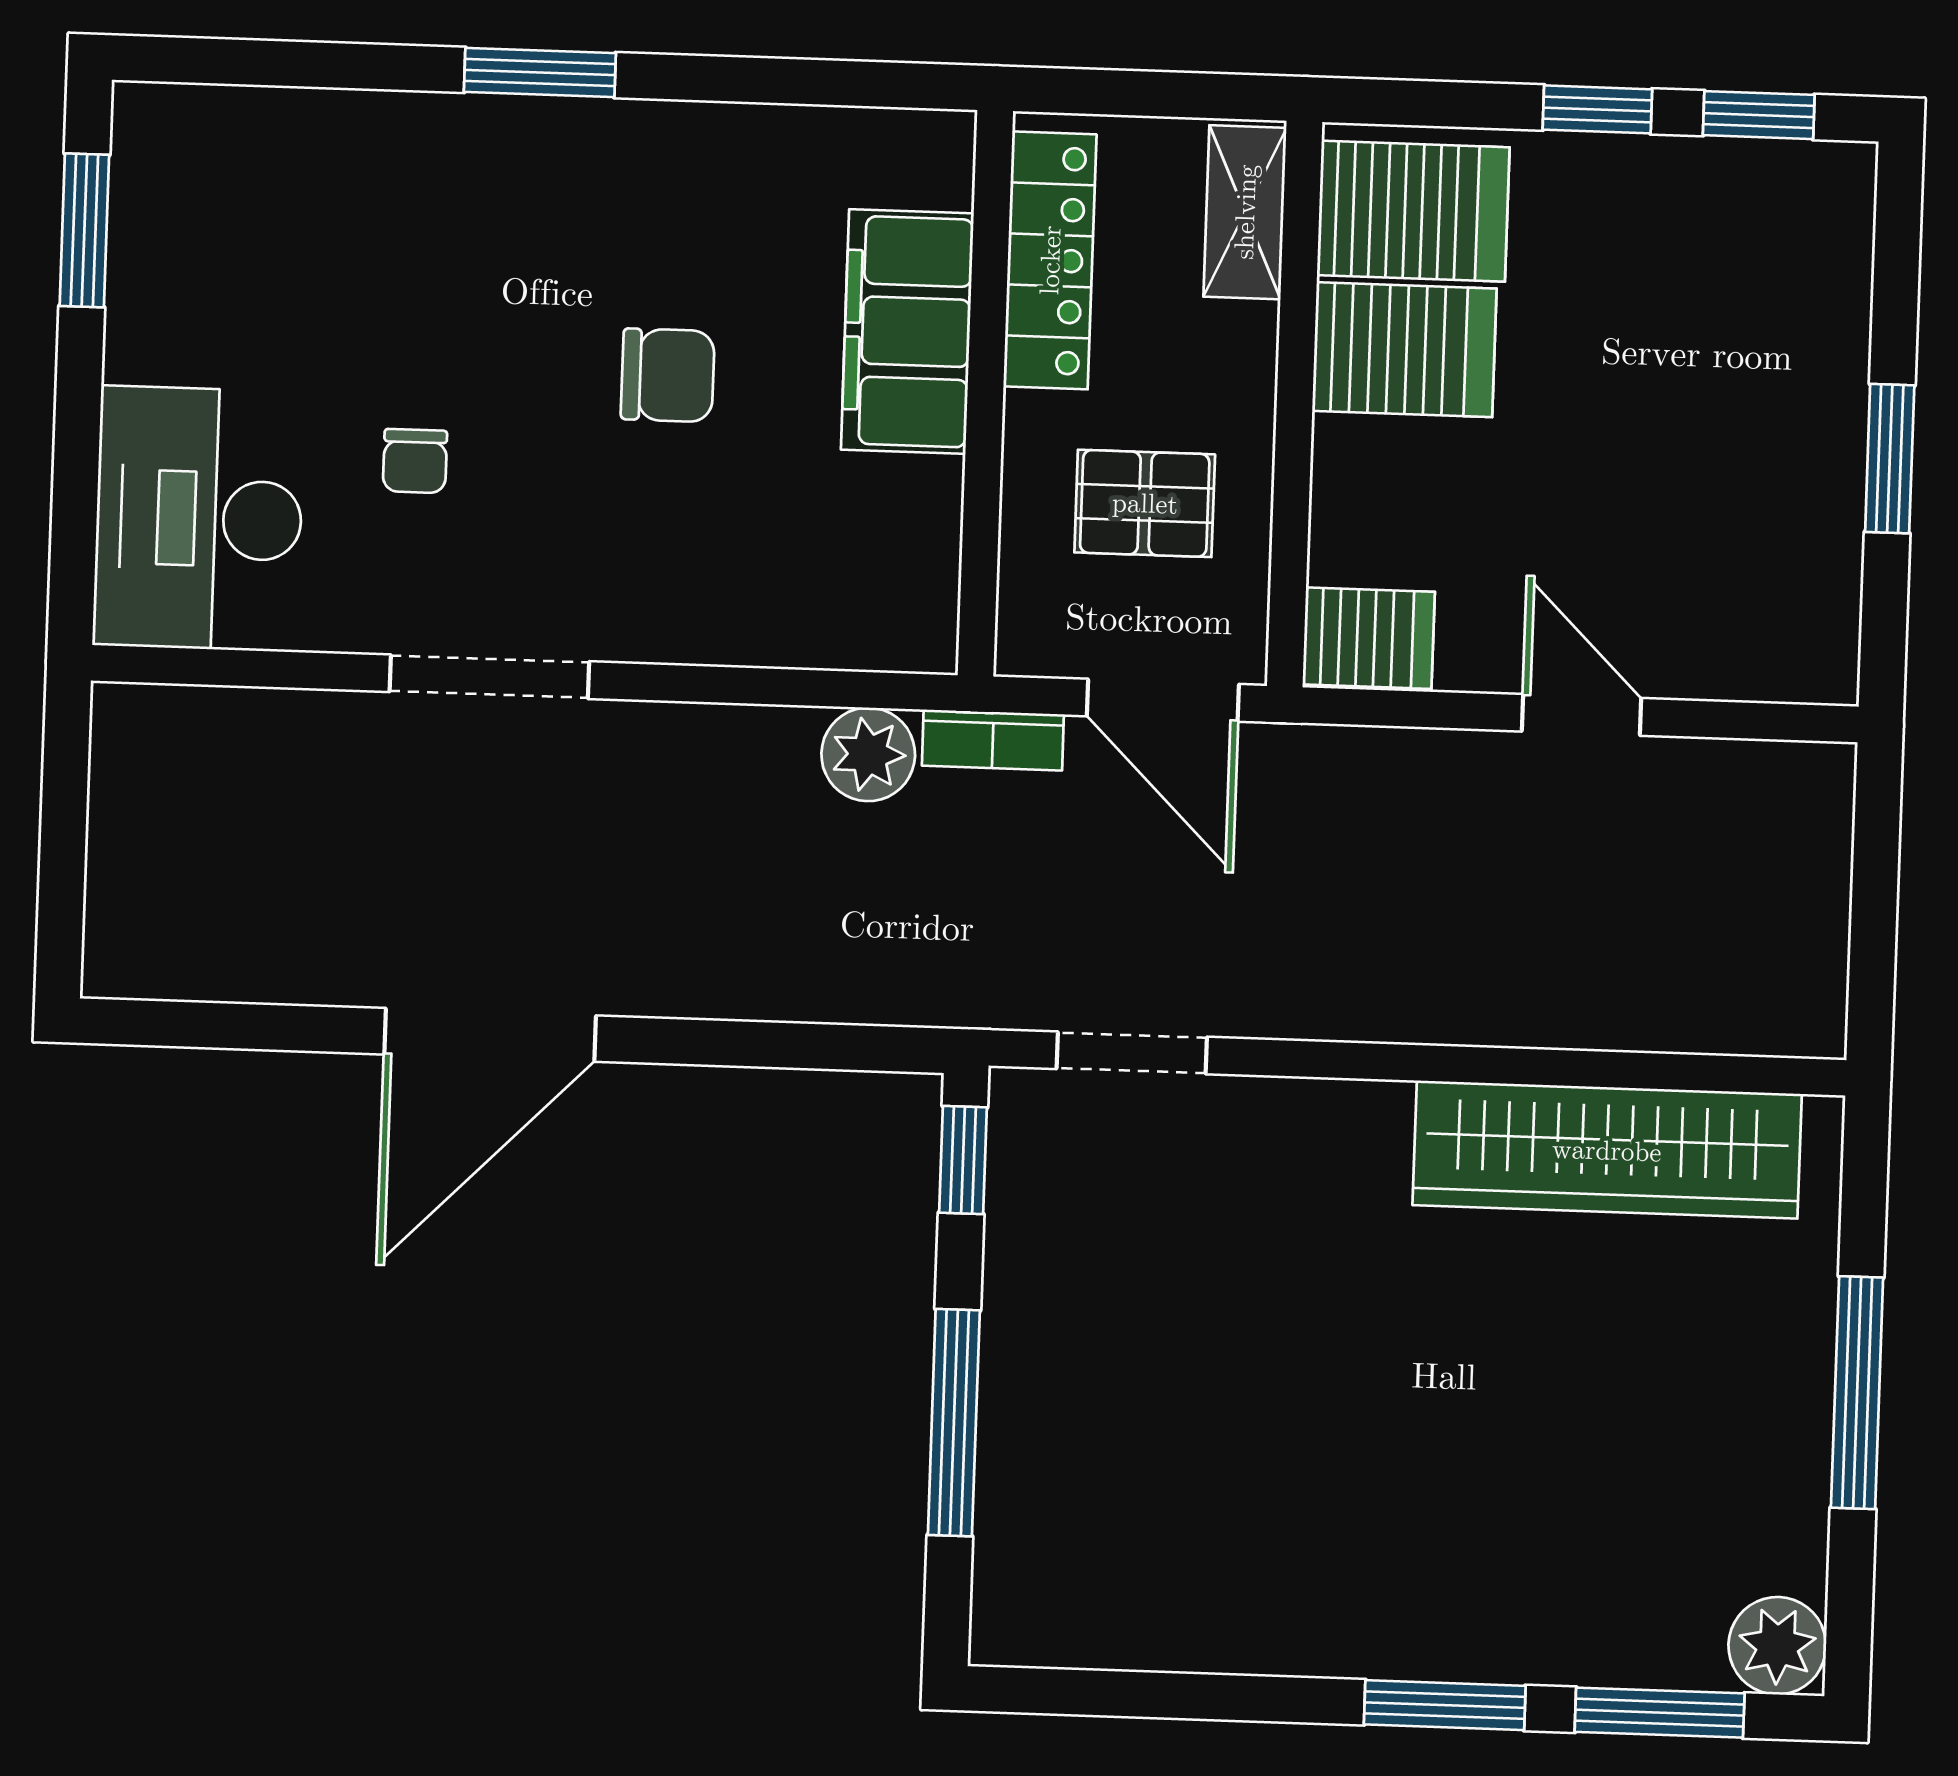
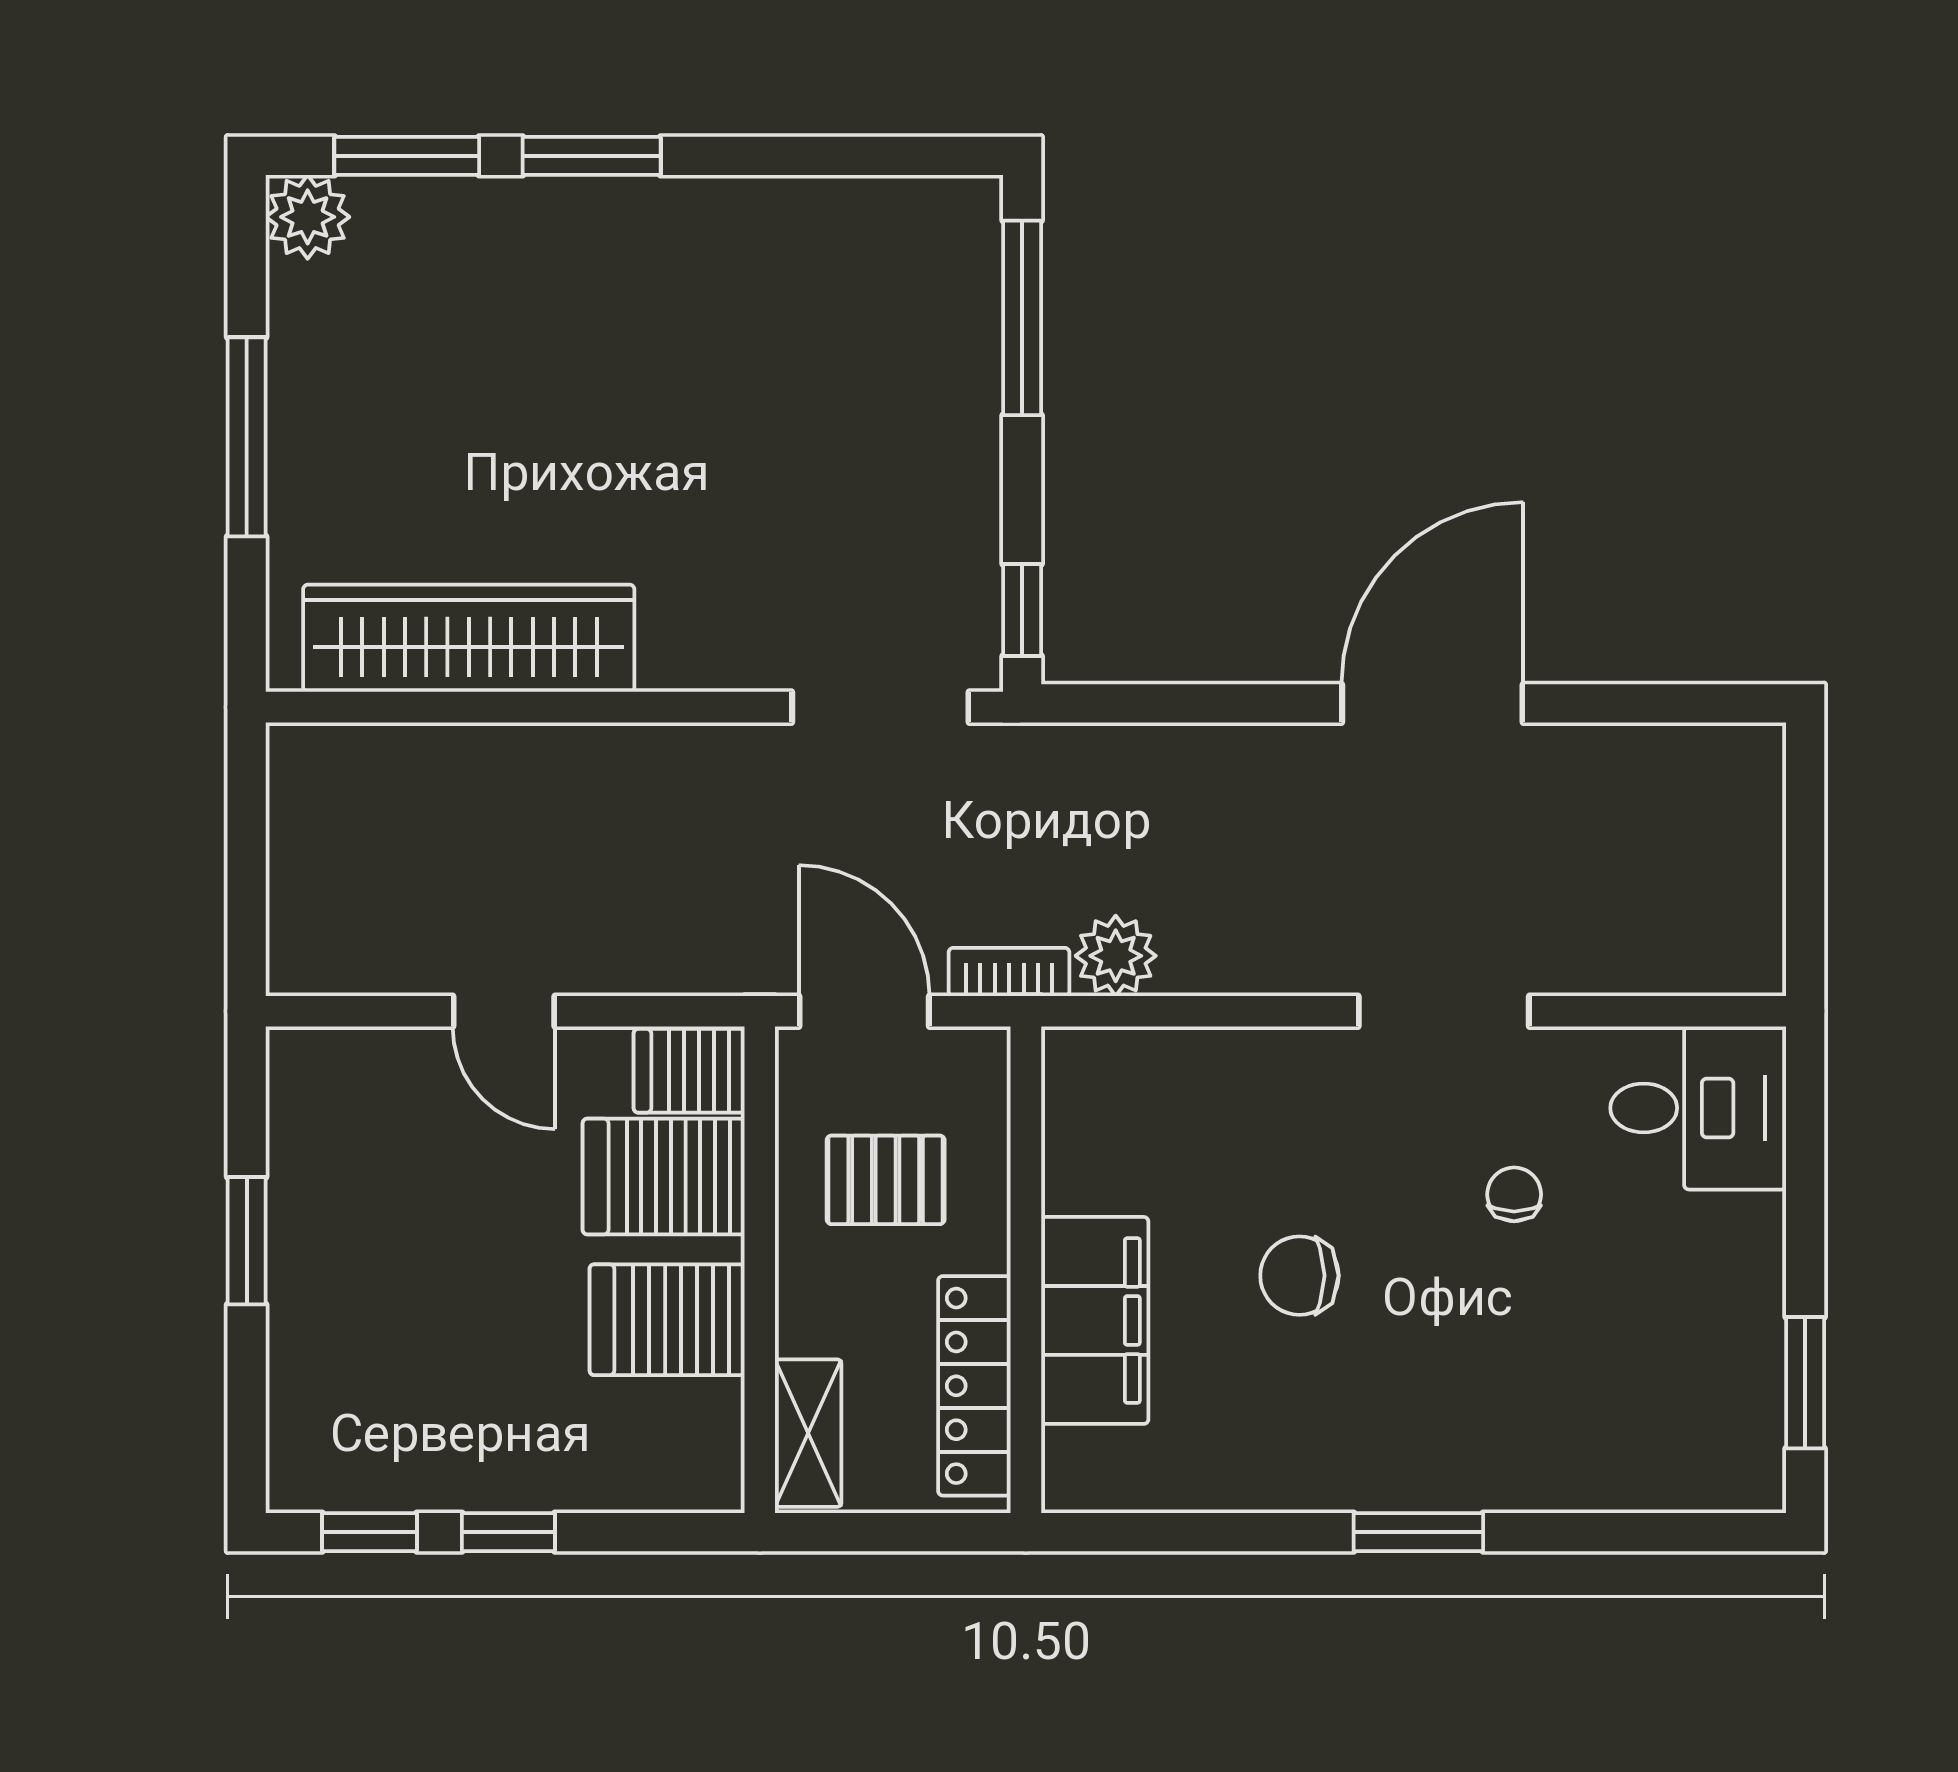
server rack: (1413, 211) -> (664, 1177), moved
desk: (199, 519) -> (1698, 1108), width x0.73
doorway: (1132, 1053) -> (880, 707), width x1.38
window: (954, 1423) -> (1022, 318), moved

